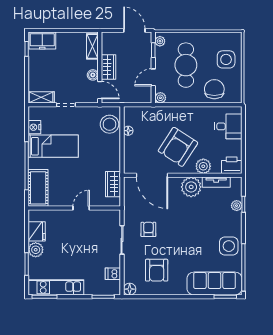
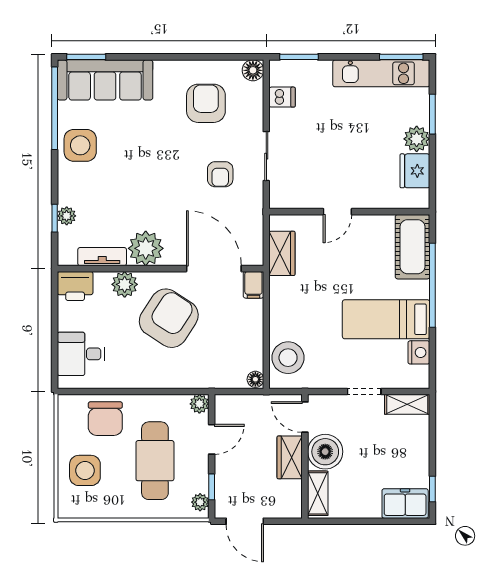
boiler: (93, 75) -> (325, 452), width x1.86, depth x1.86
floor lamp: (128, 131) -> (255, 379), moved
filing cabinet: (129, 166) -> (253, 285), added

